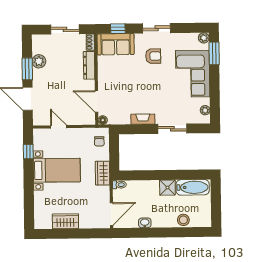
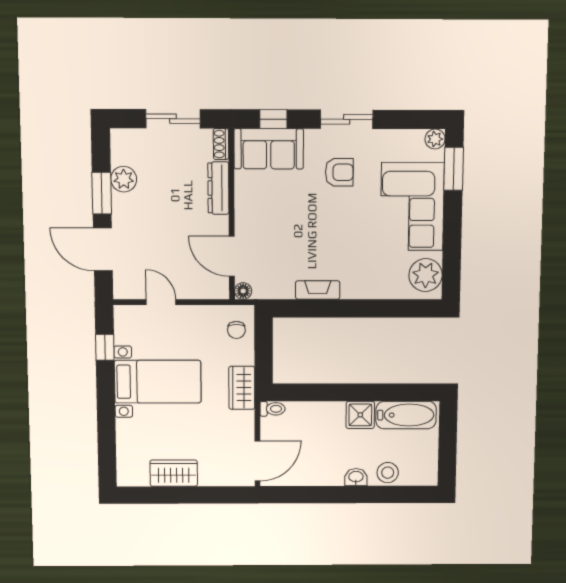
plant: (205, 110) -> (426, 275), width x1.88, depth x1.88
sliding door: (172, 129) -> (372, 308), removed
washbasin: (145, 223) -> (356, 477), moved

